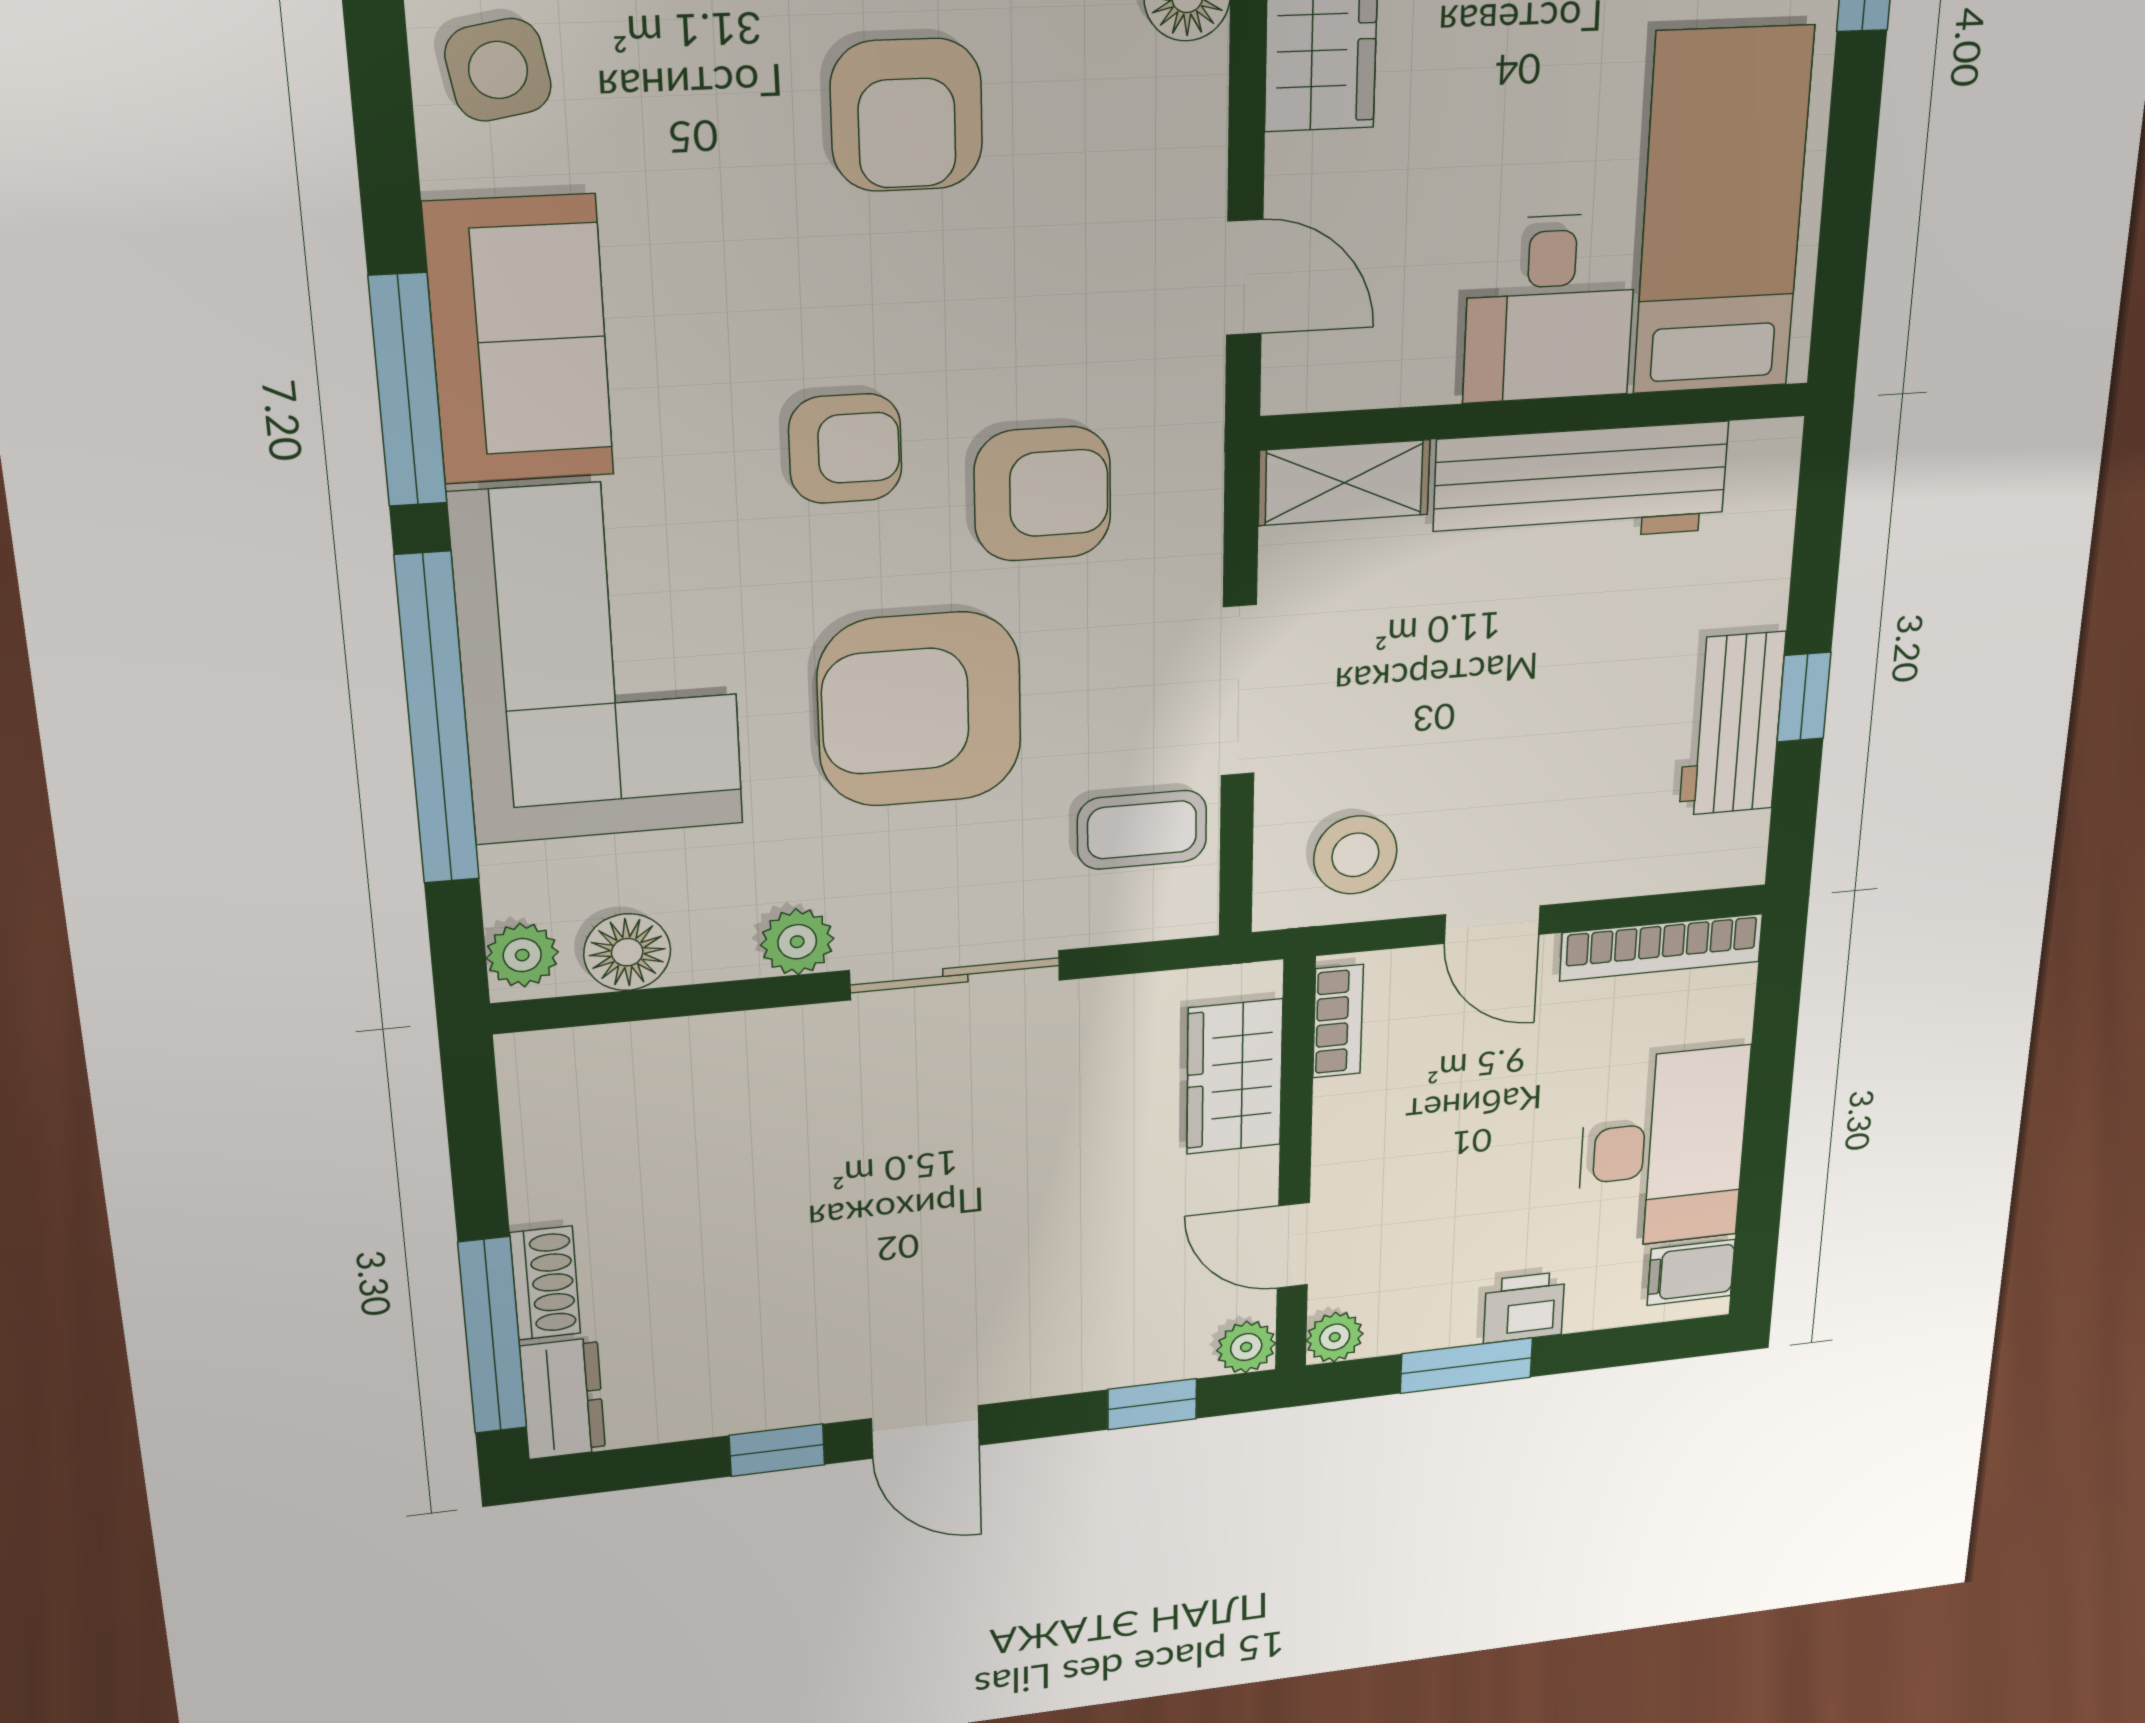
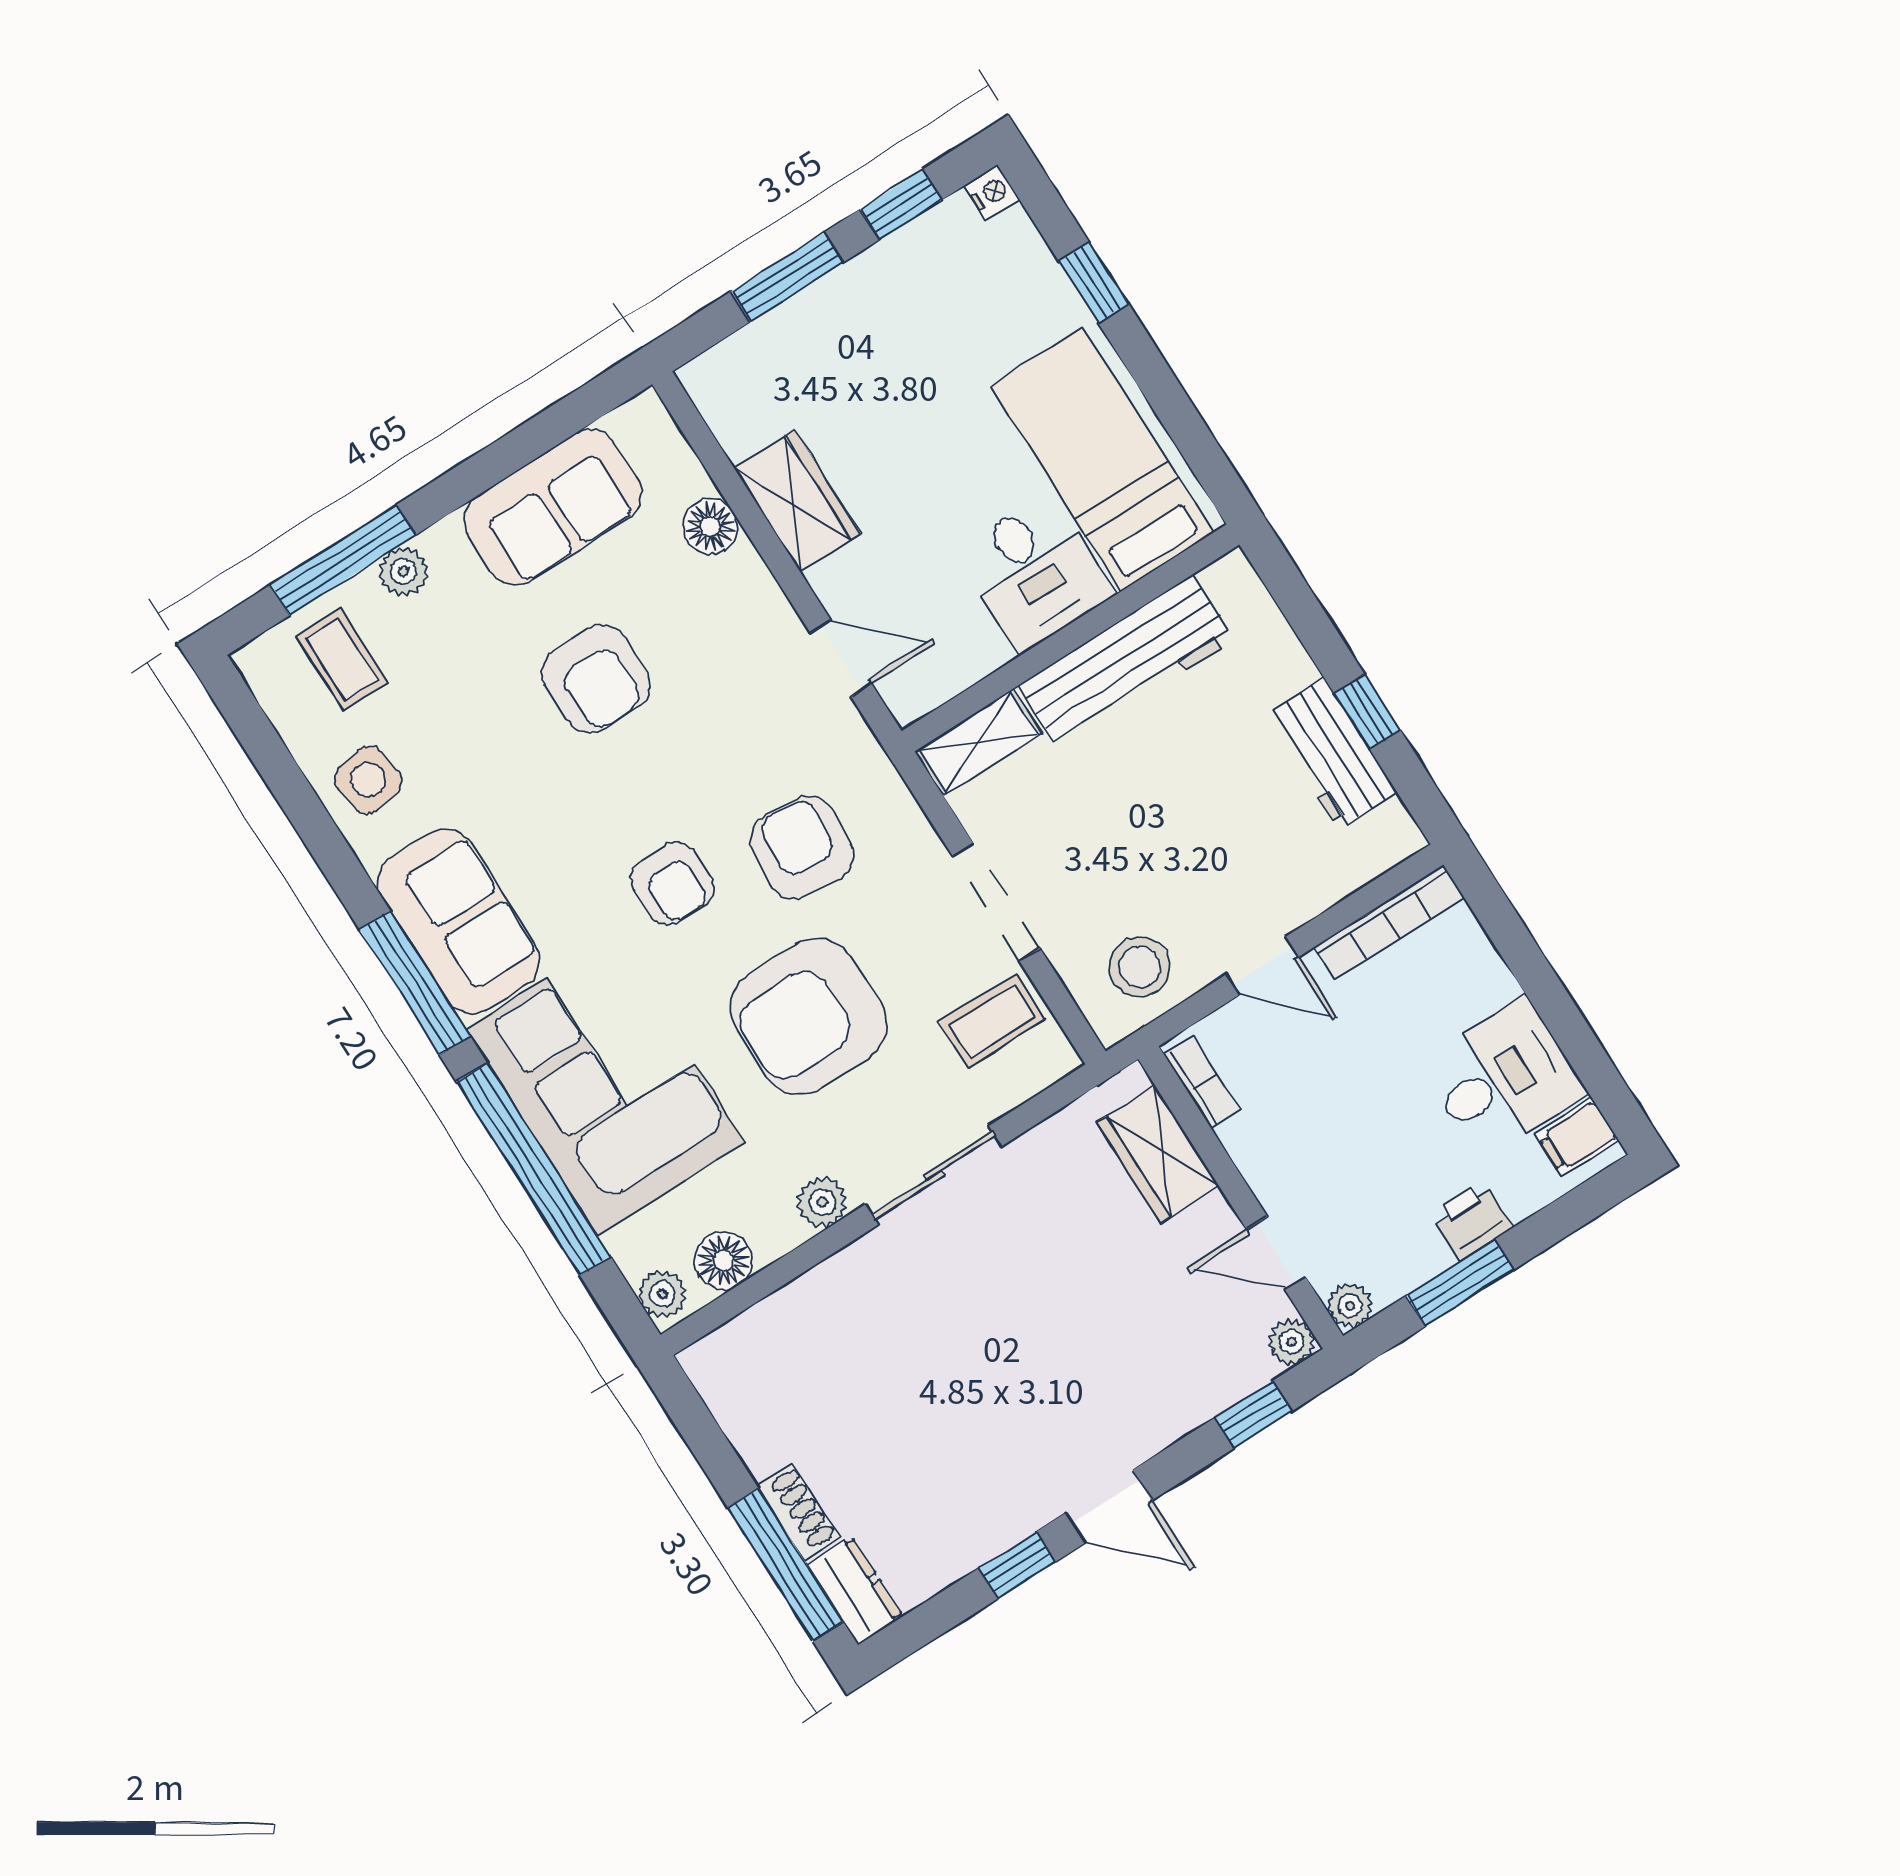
armchair: (845, 449) -> (672, 883), turned 90
armchair: (1043, 494) -> (802, 848), turned -84
desk: (1663, 1149) -> (1503, 1078), width x0.73

